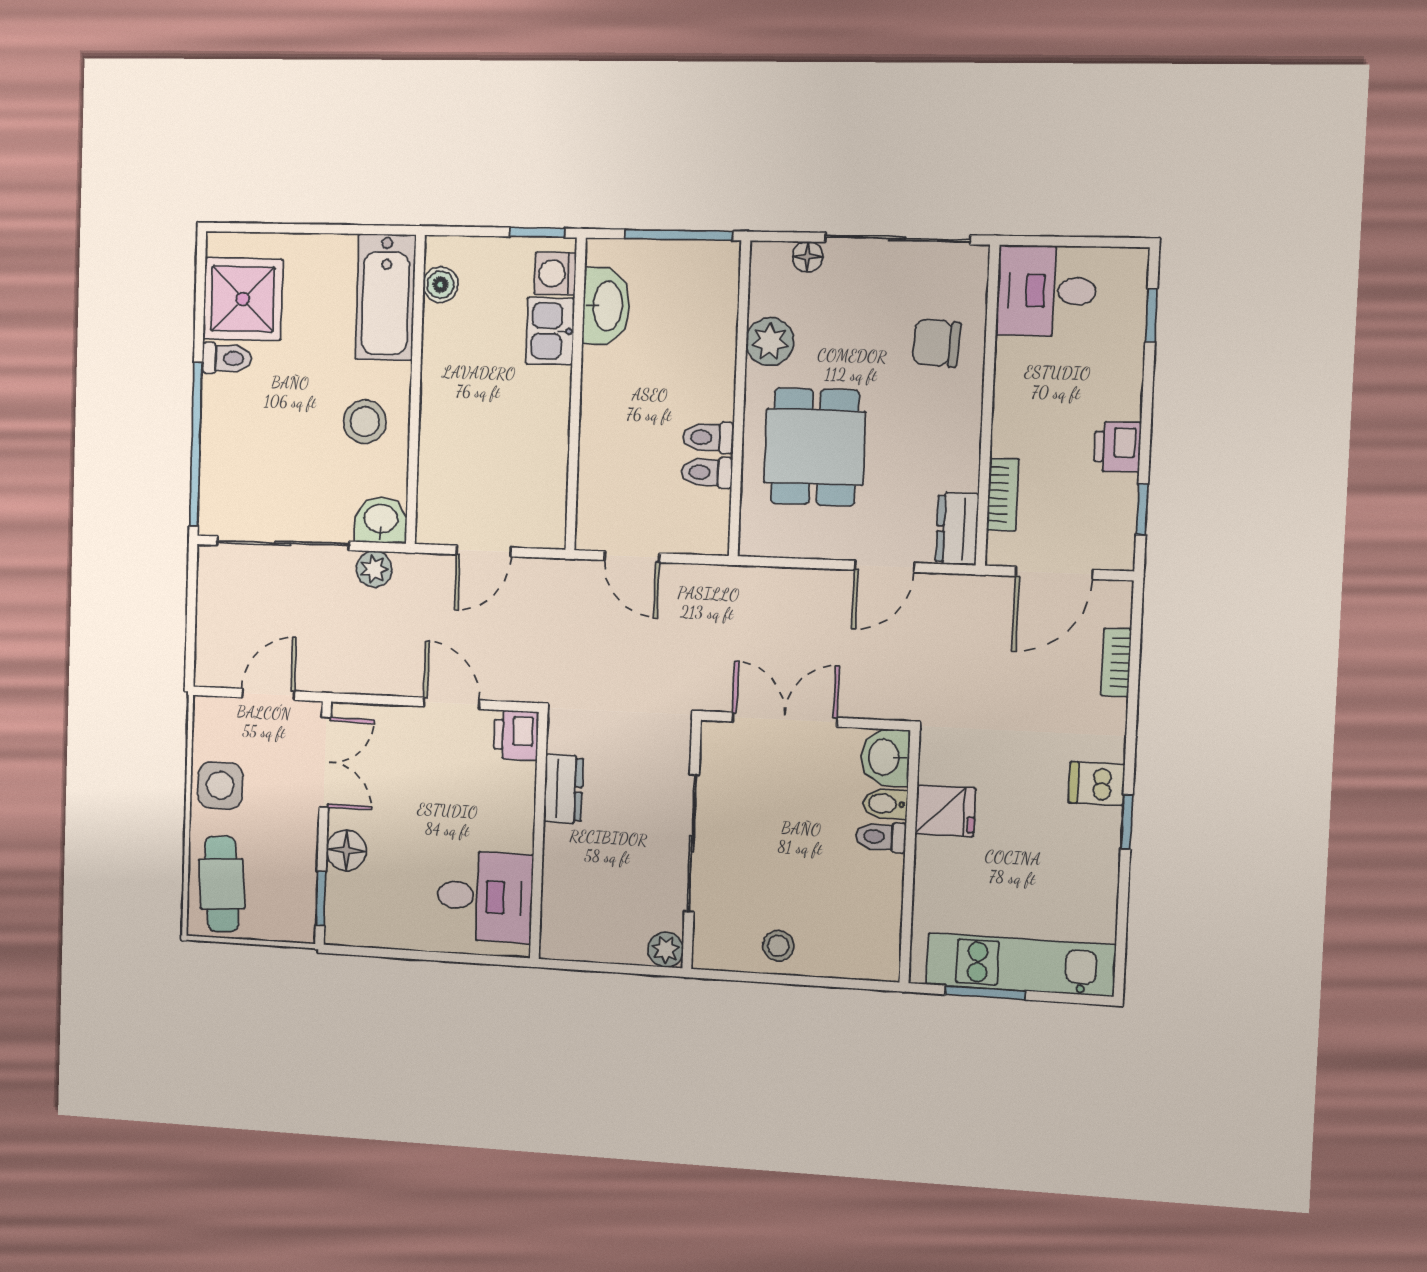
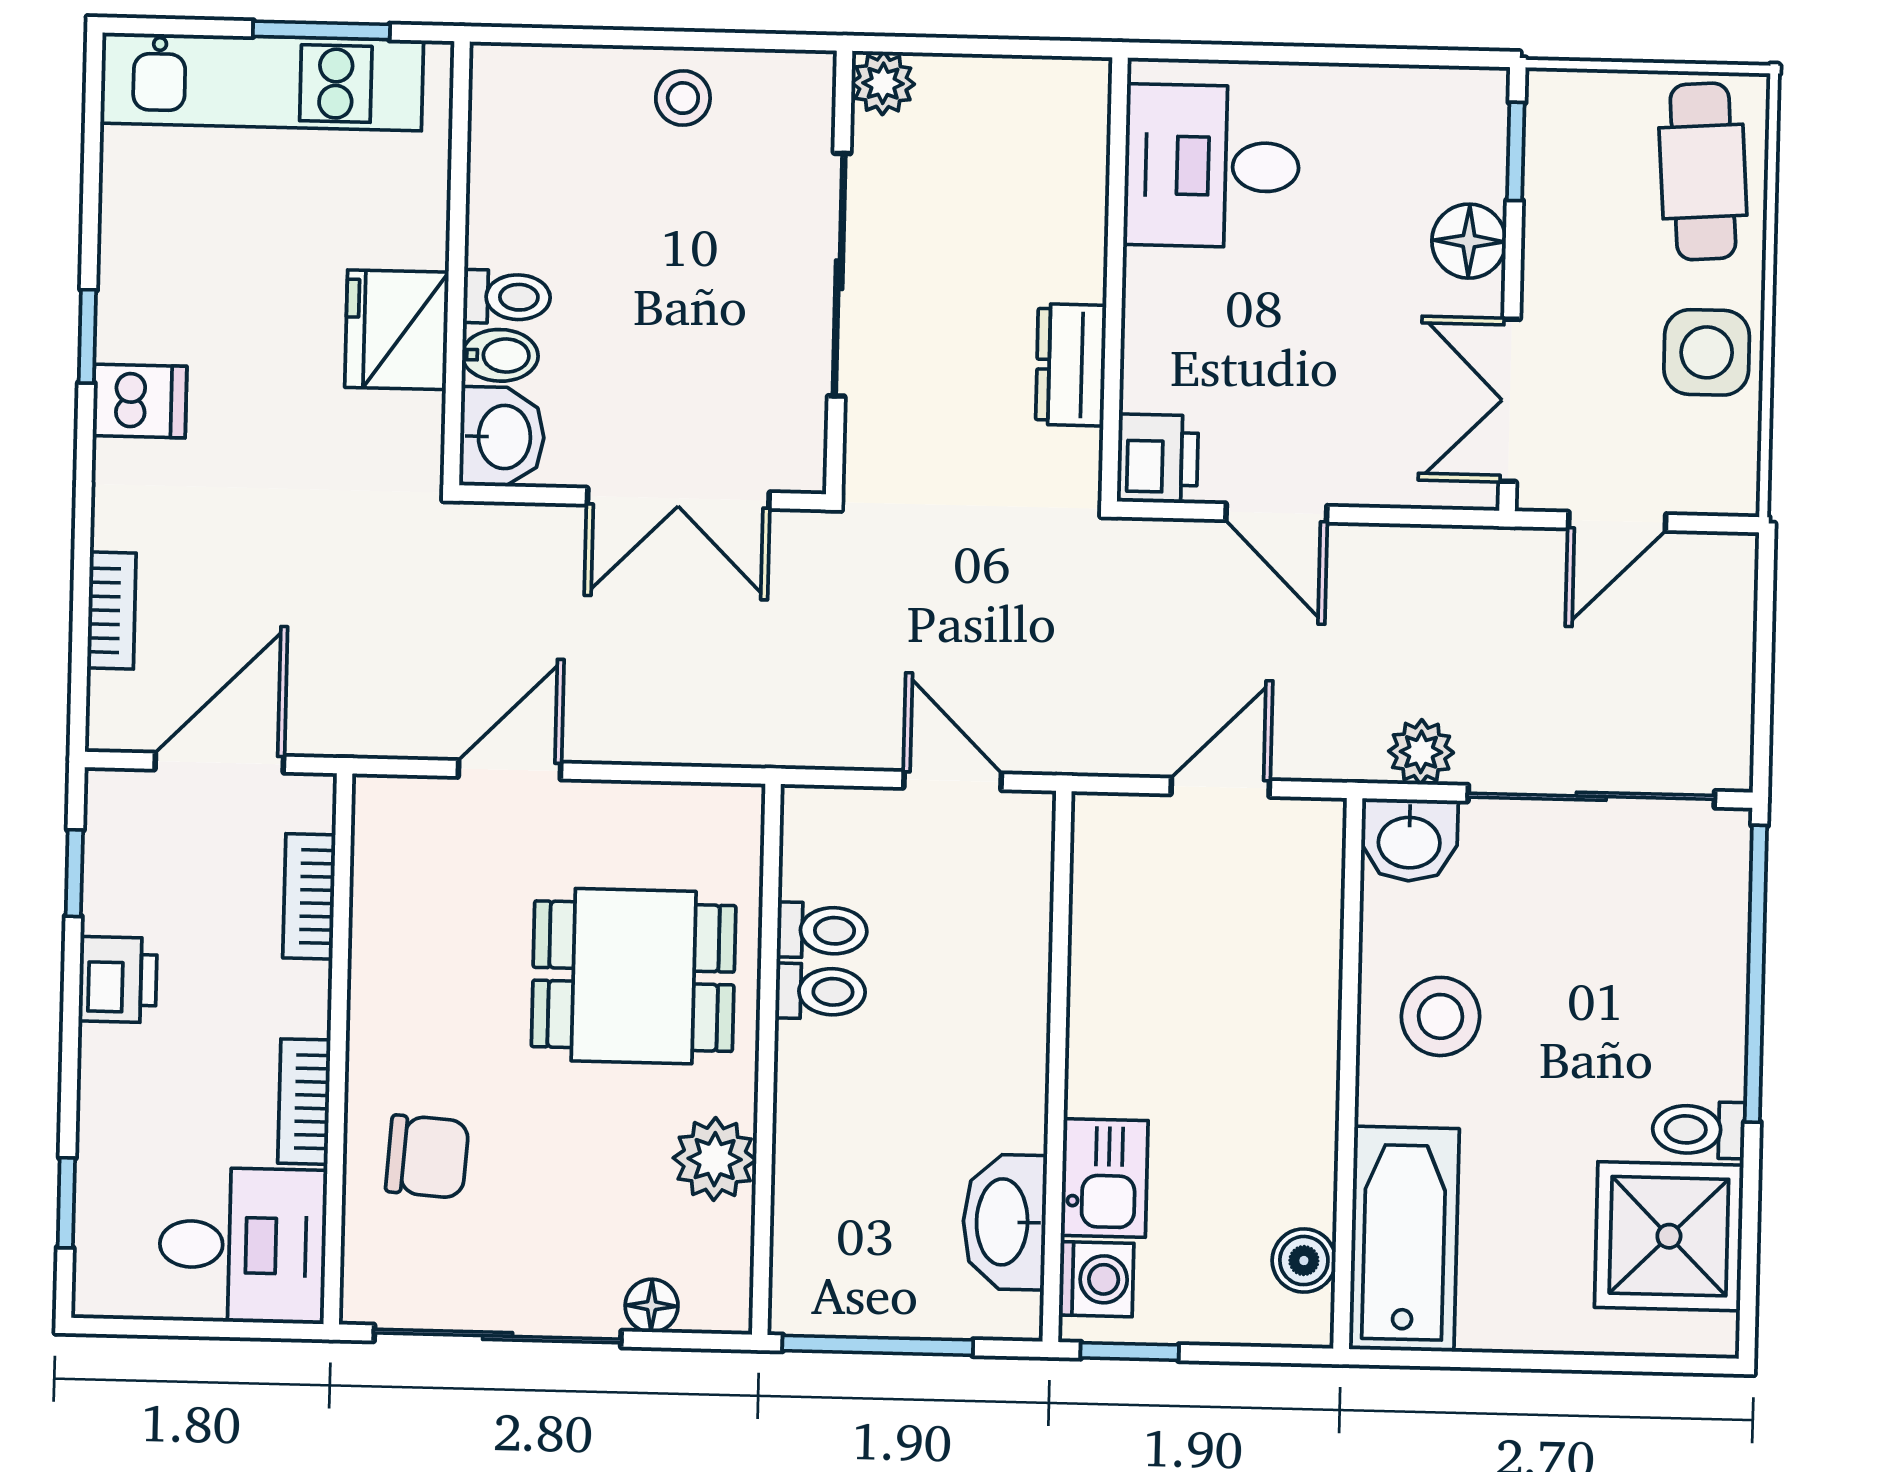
bookcase: (1008, 375) -> (304, 1102), added
dining table: (815, 447) -> (634, 976), turned 90
dresser: (957, 529) -> (386, 836), removed
fridge: (945, 811) -> (397, 330), width x1.38

